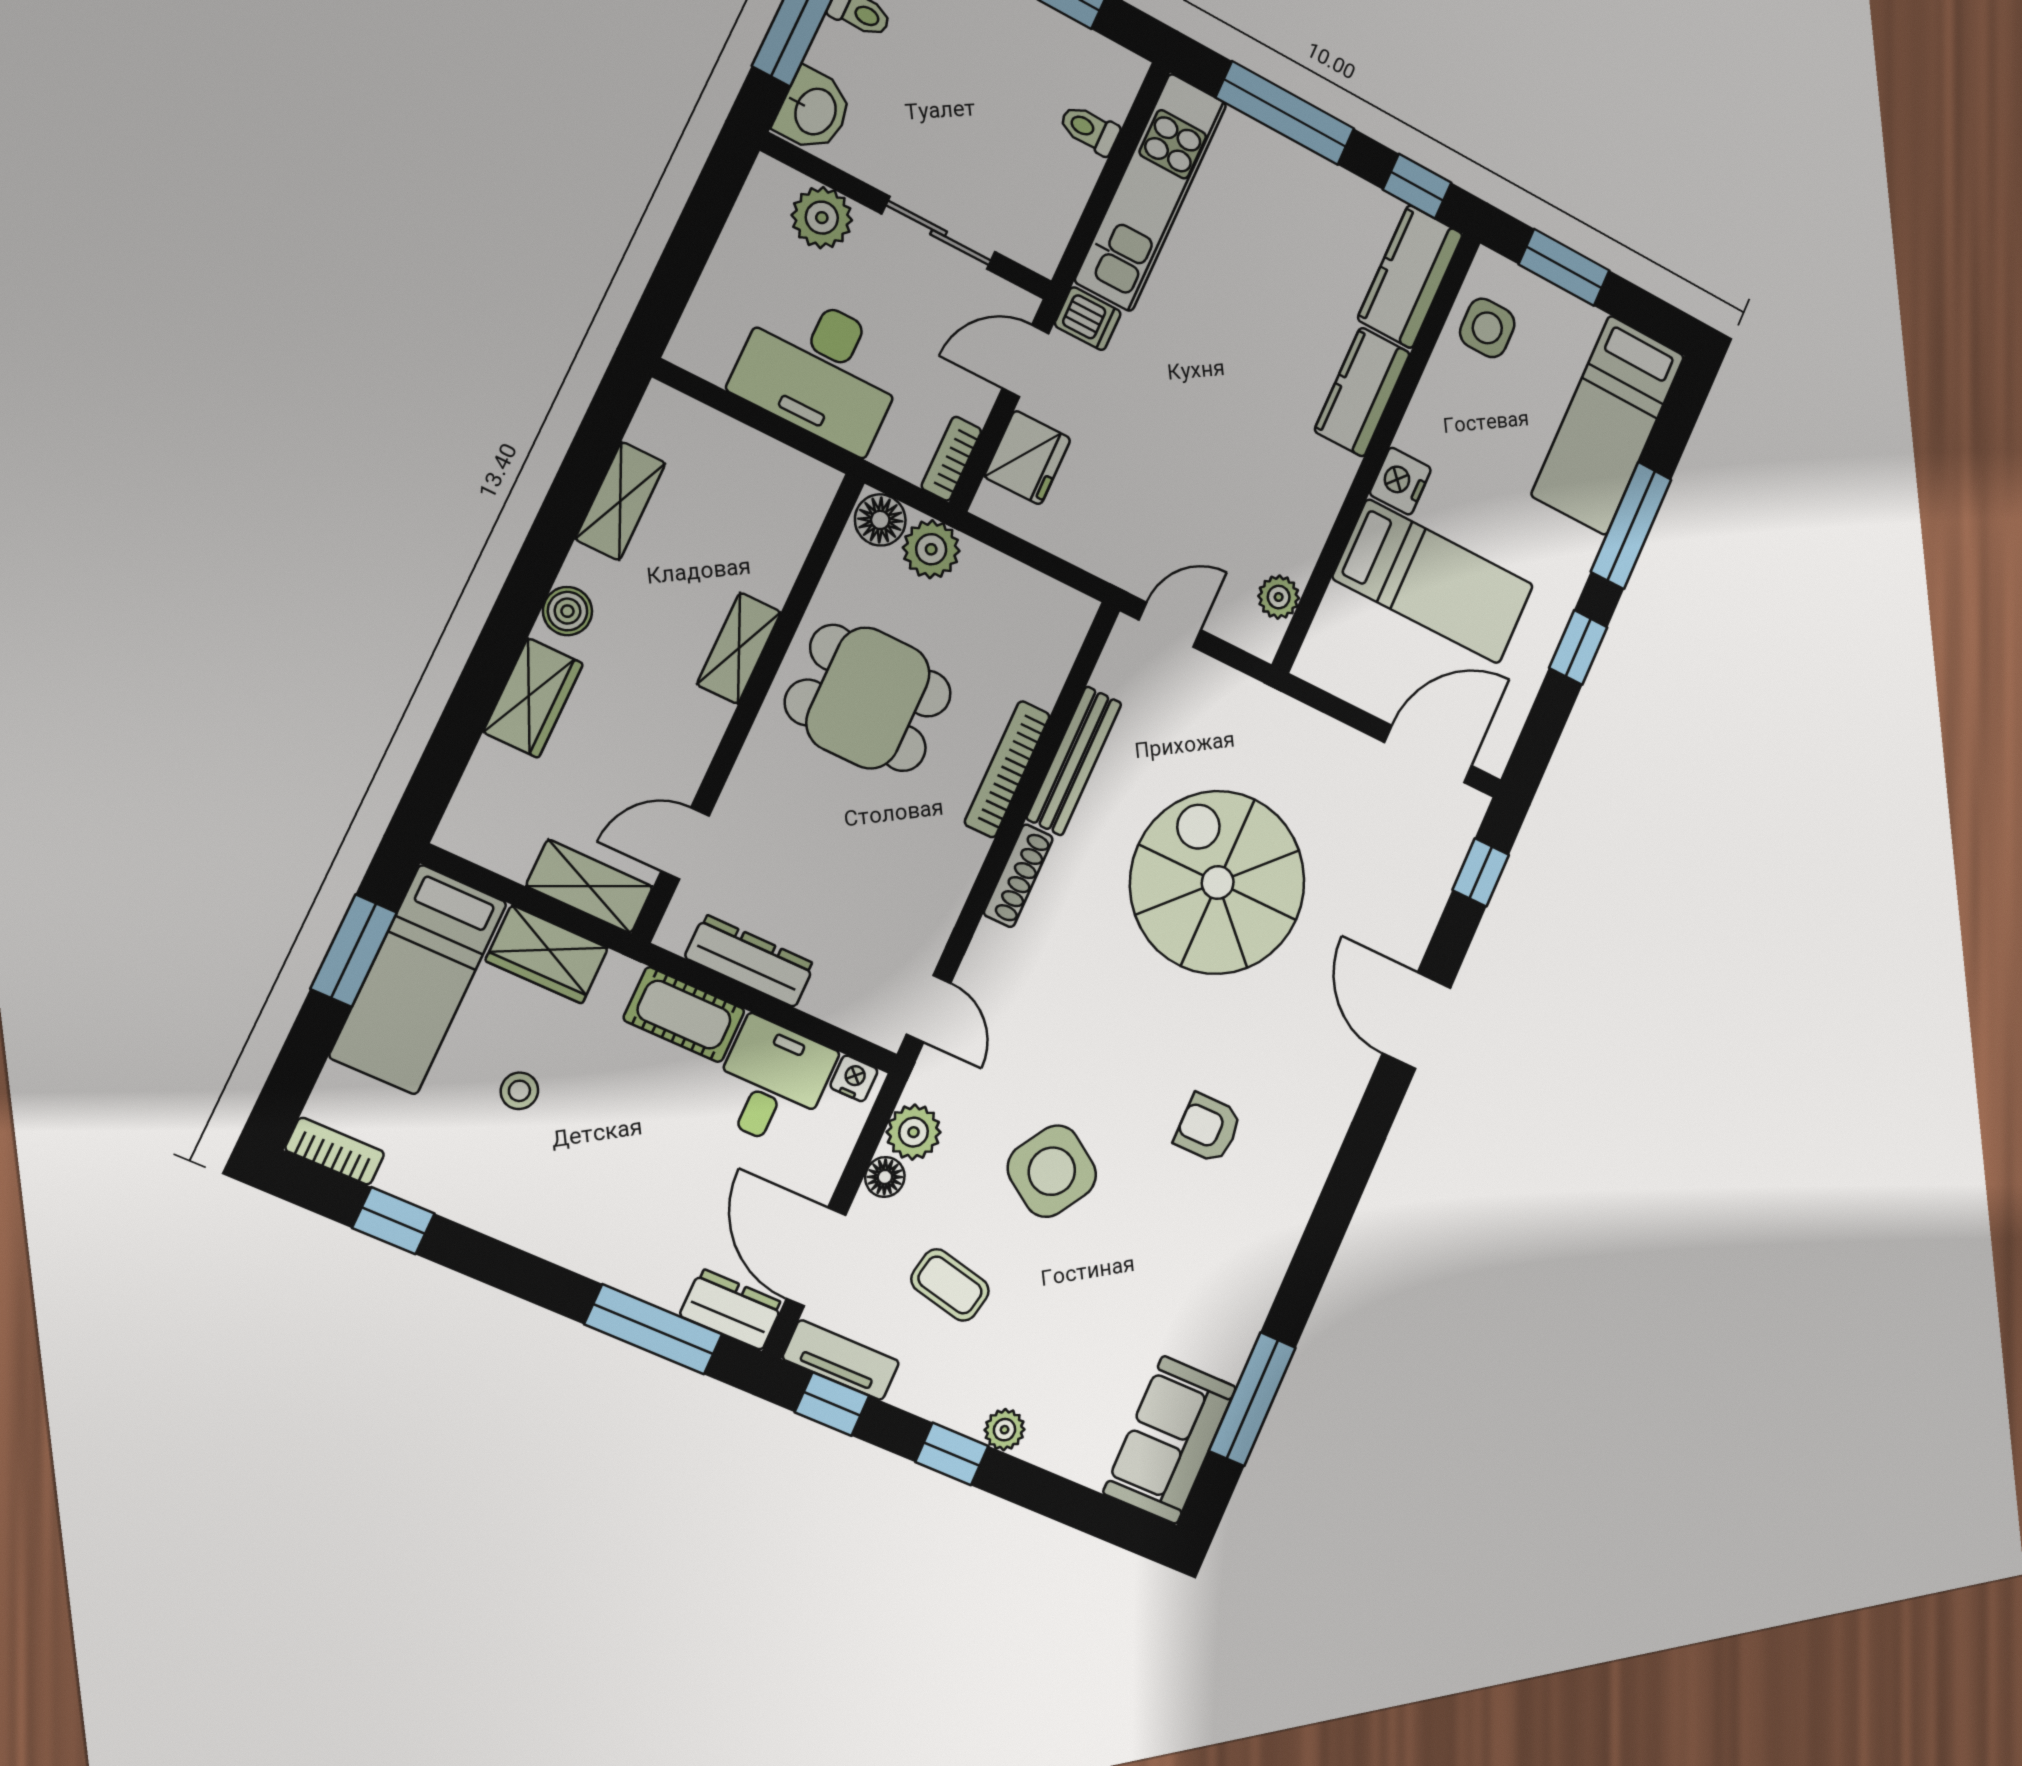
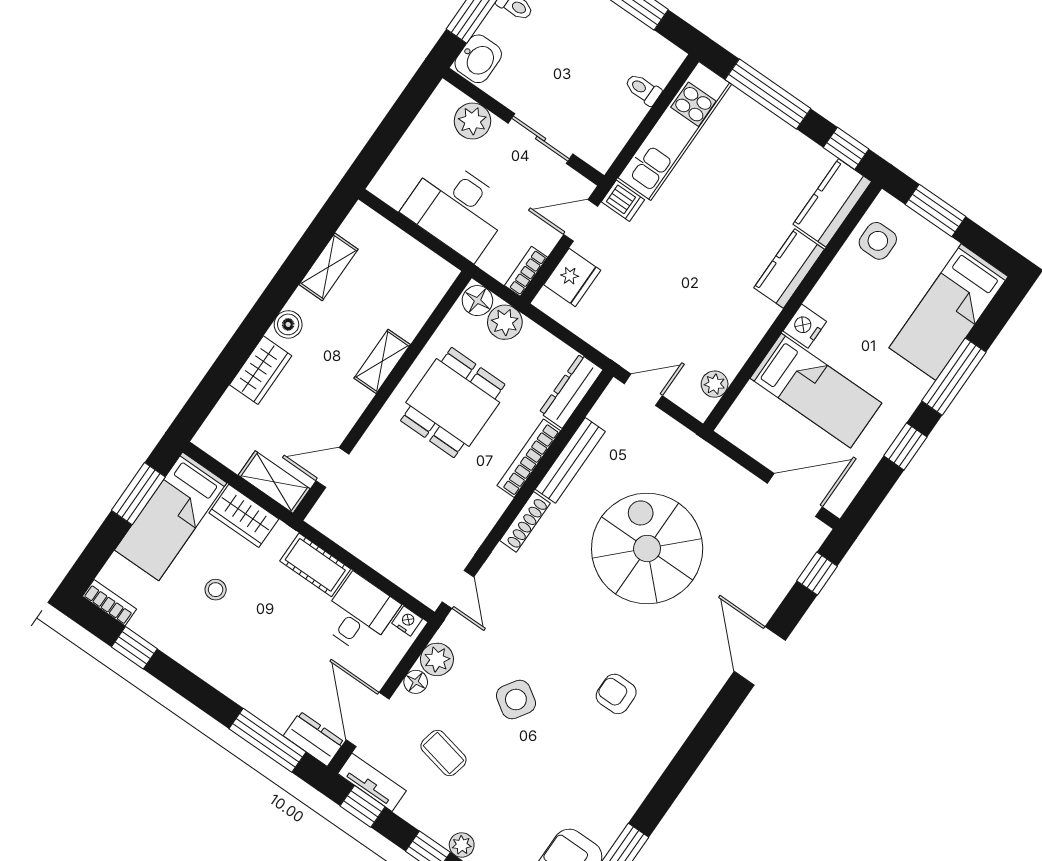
dining table: (868, 698) -> (453, 403), turned 90
dresser: (750, 961) -> (571, 391), moved, turned -90
side table: (1052, 1171) -> (516, 699), width x0.73, depth x0.73

